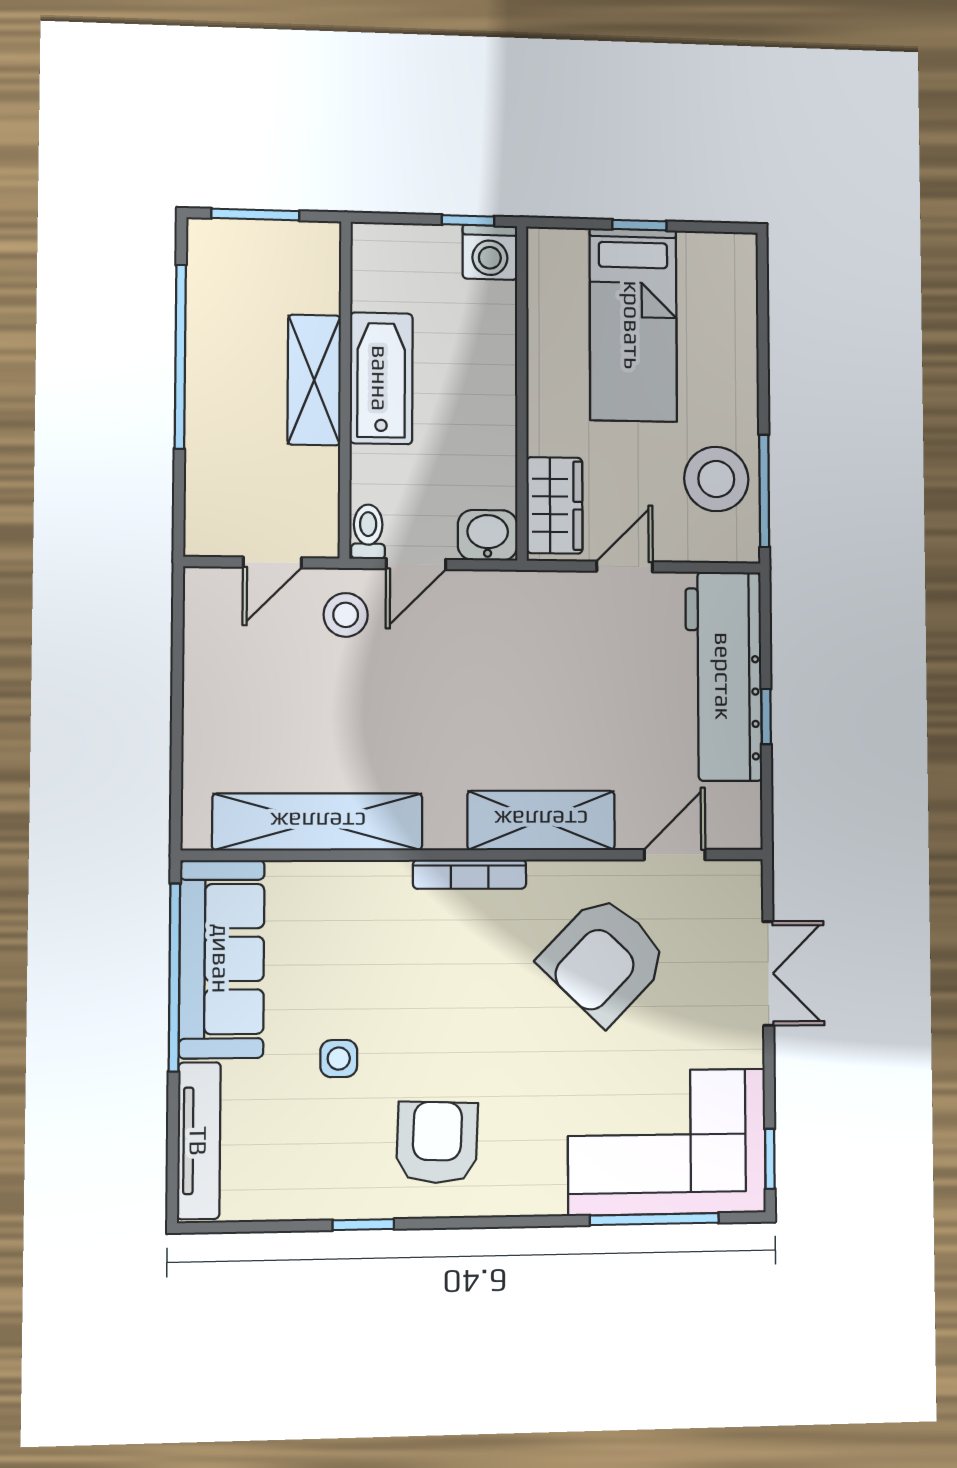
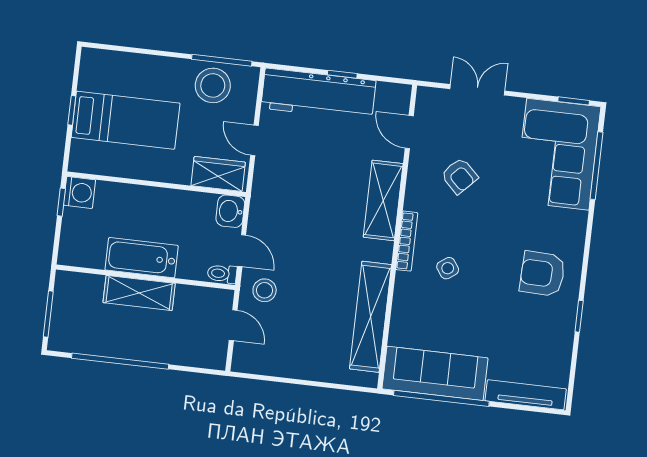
armchair: (604, 959) -> (459, 176), width x0.53, depth x0.53
side table: (339, 1059) -> (448, 268), moved, turned -35

